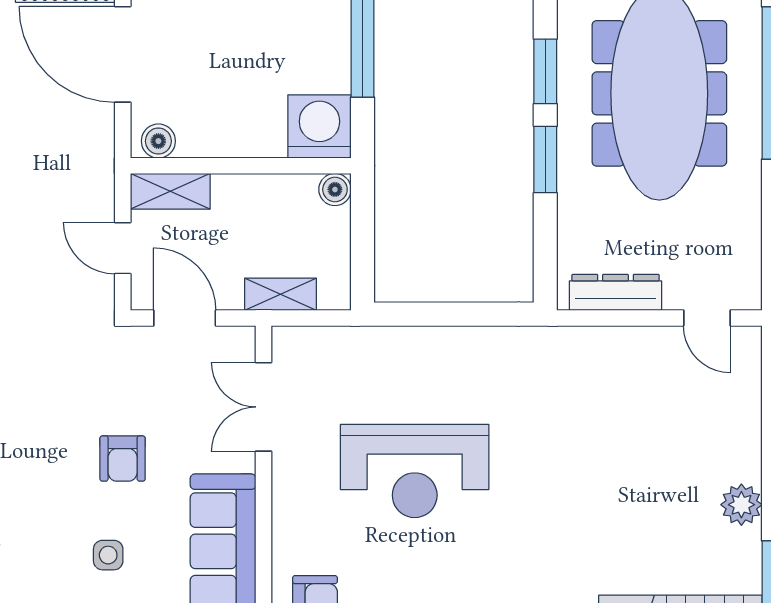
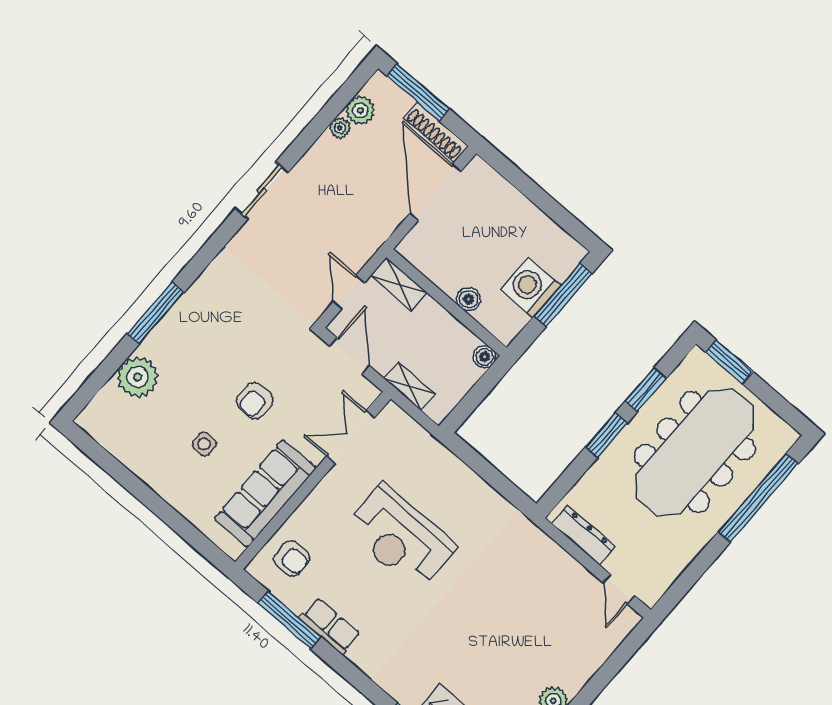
washing machine: (319, 126) -> (531, 287), moved, turned -90
boiler: (158, 141) -> (469, 299), moved

